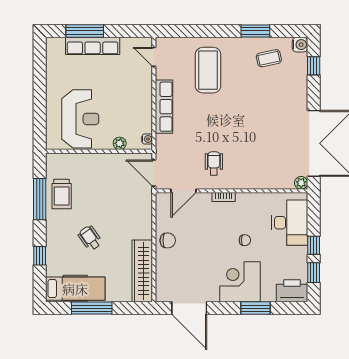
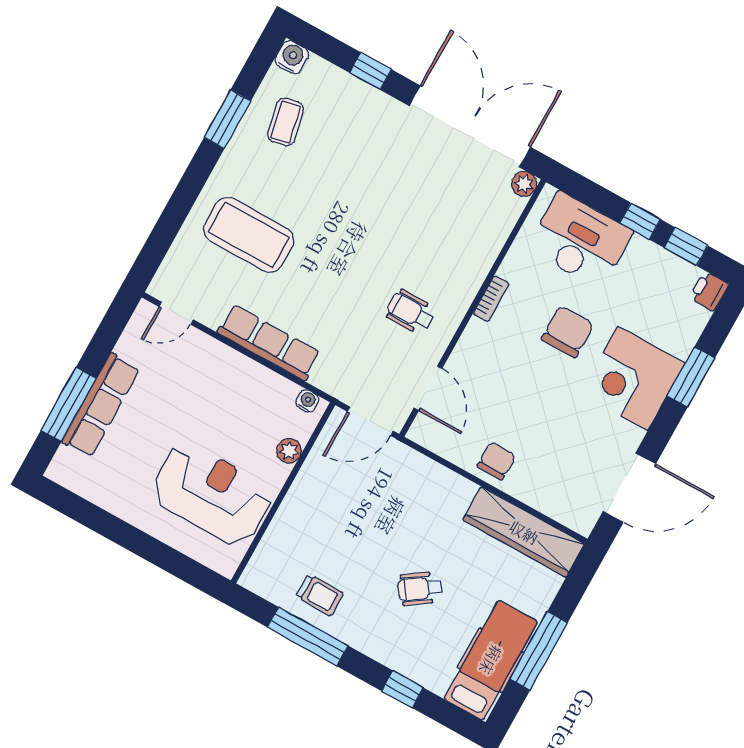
window: (314, 66) -> (371, 71), moved
trolley: (62, 194) -> (320, 595), width x0.73, depth x0.72
bookcase: (224, 197) -> (491, 299), moved
chair: (245, 240) -> (568, 332), width x1.87, depth x1.87
printer: (292, 291) -> (709, 291), width x0.53, depth x0.68

